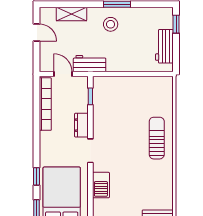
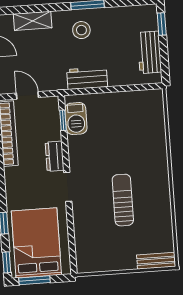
workbench: (90, 64) -> (87, 78), moved
sun lounger: (157, 138) -> (123, 200), moved
barbecue: (101, 185) -> (76, 119), moved

